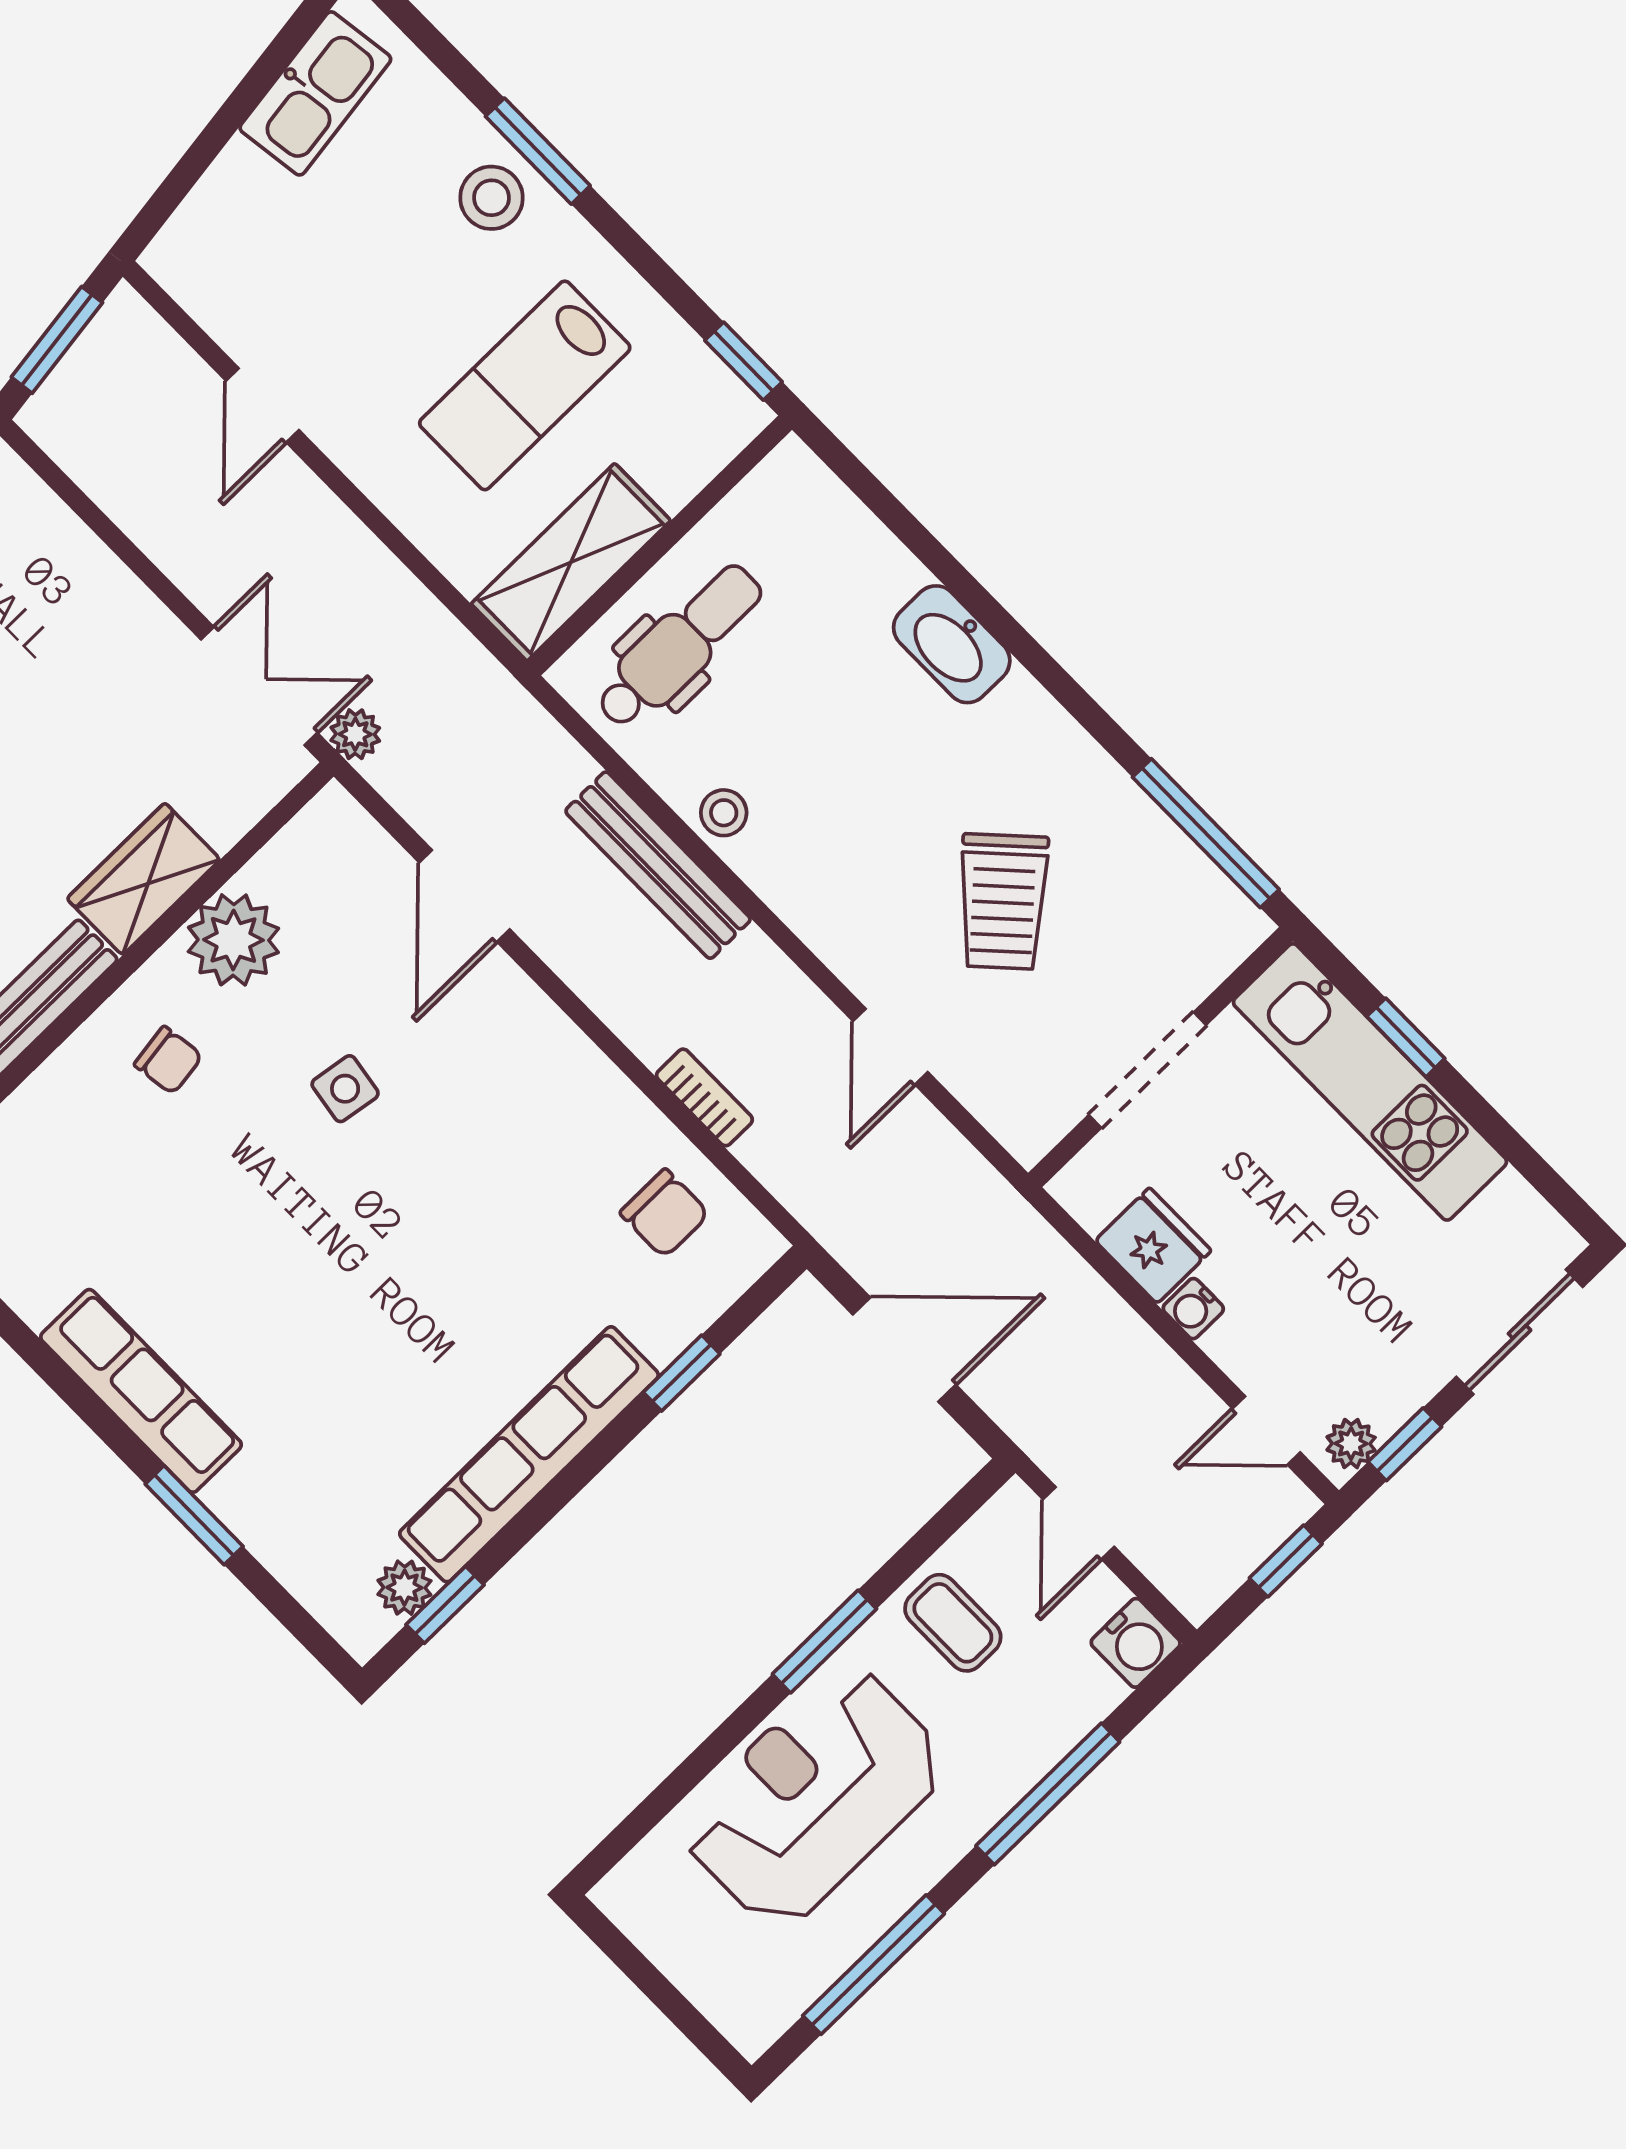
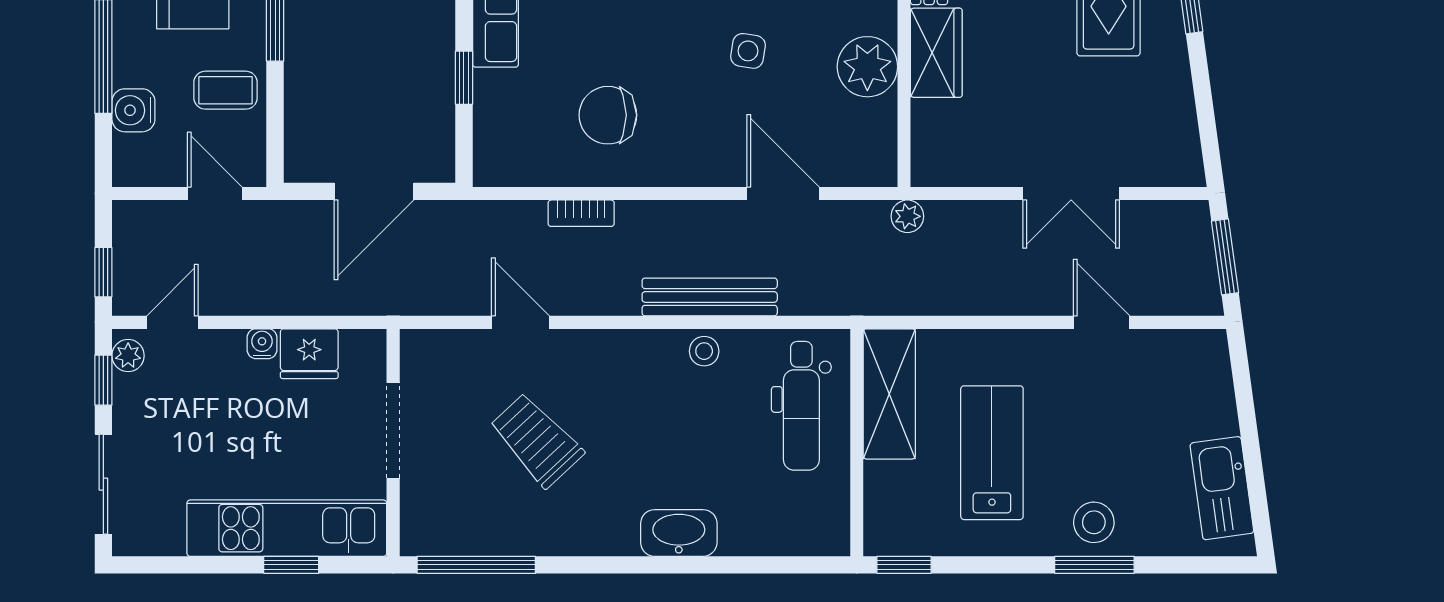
double door: (259, 686) -> (1071, 194), moved
chair: (665, 1213) -> (608, 115), moved, width x1.37, depth x1.37
water cooler: (1136, 1643) -> (133, 110), moved

